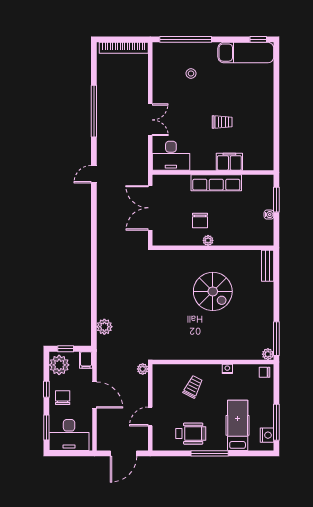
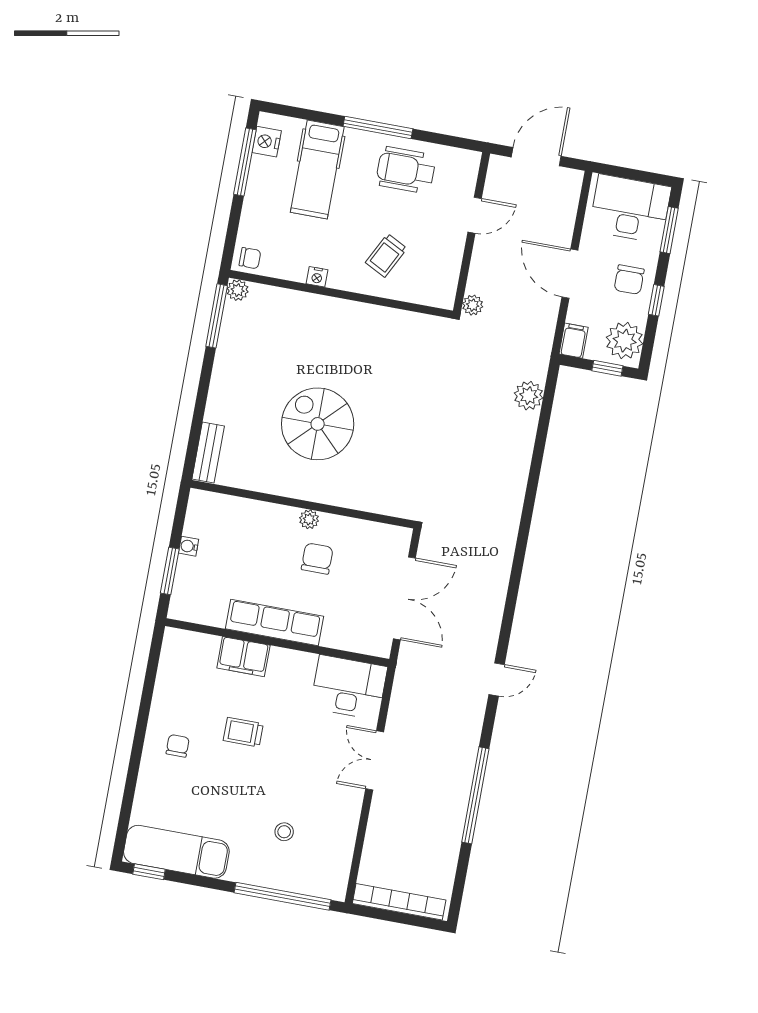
chair: (255, 108) -> (178, 746), added

